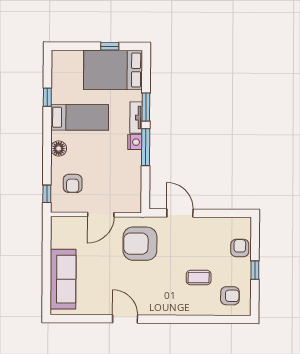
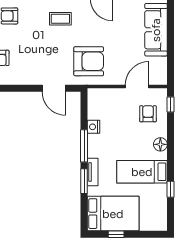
nightstand: (135, 142) -> (94, 127), moved
door: (101, 215) -> (137, 87), moved
coffee table: (199, 278) -> (60, 19), moved

